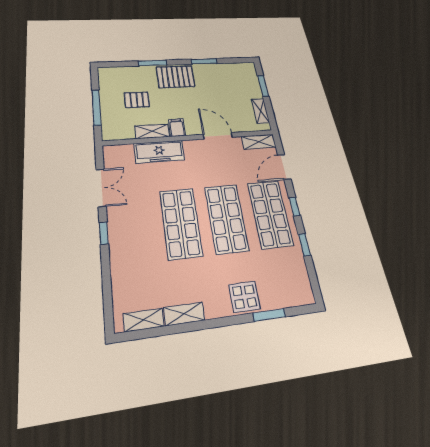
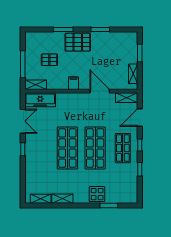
shelving: (152, 131) -> (36, 85), moved
freezer: (159, 152) -> (40, 100), moved
shop shelf: (270, 214) -> (123, 148), width x0.70, depth x0.74

